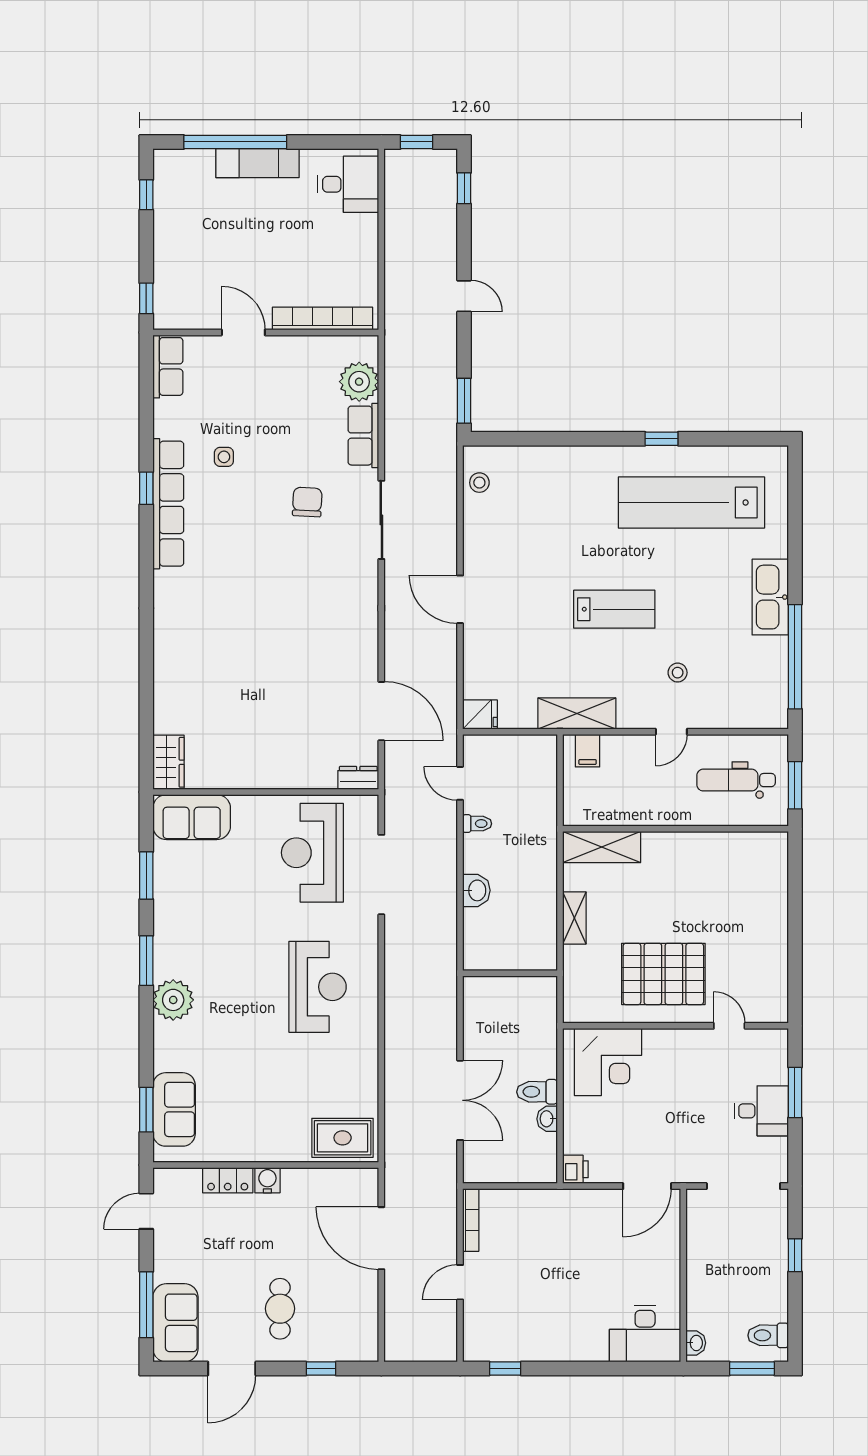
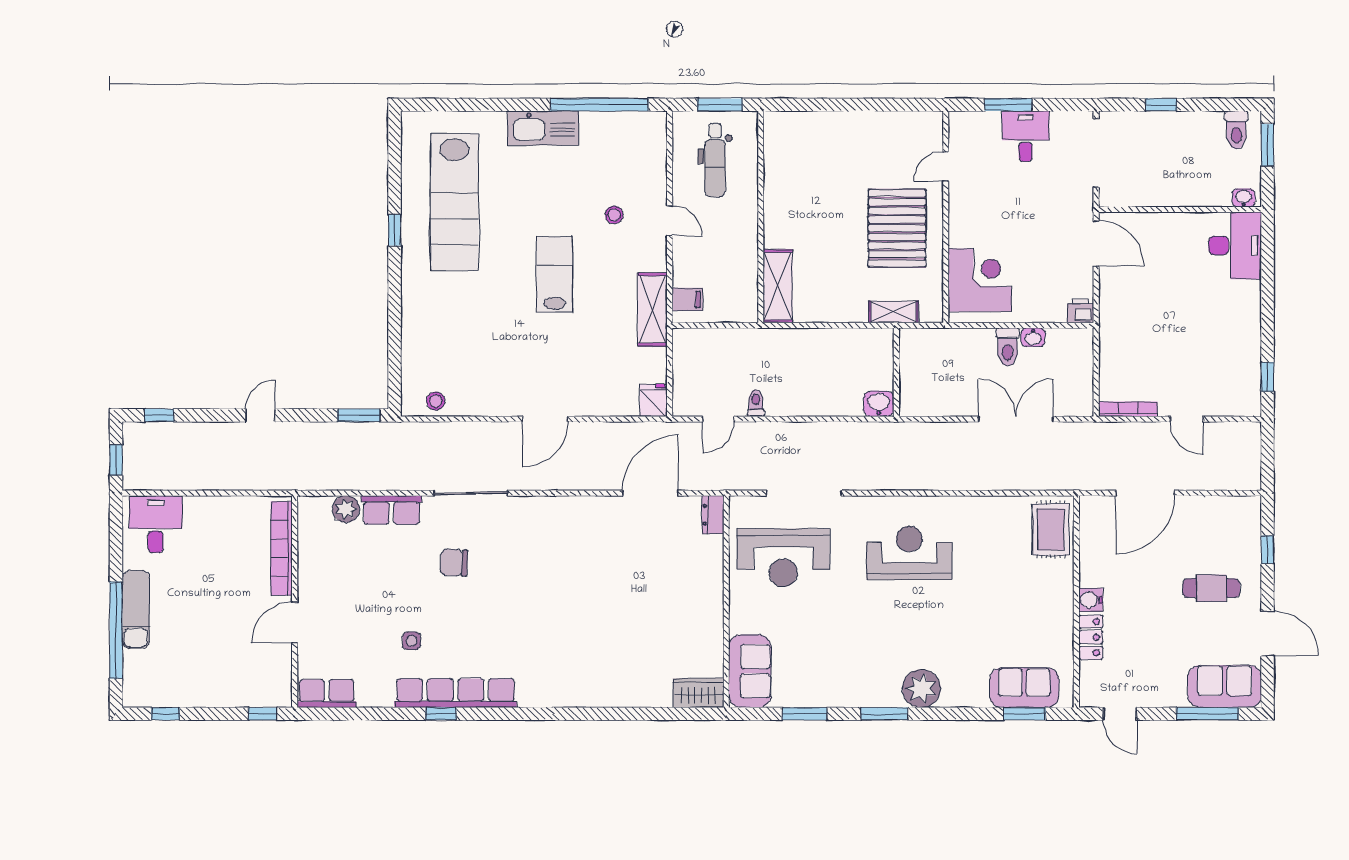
plant: (359, 382) -> (346, 509), width x0.73, depth x0.73
washbasin: (476, 890) -> (879, 404), moved
shelving: (574, 918) -> (893, 312), moved

